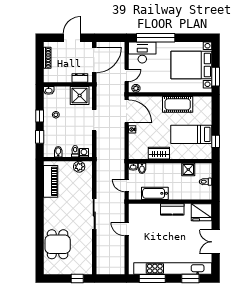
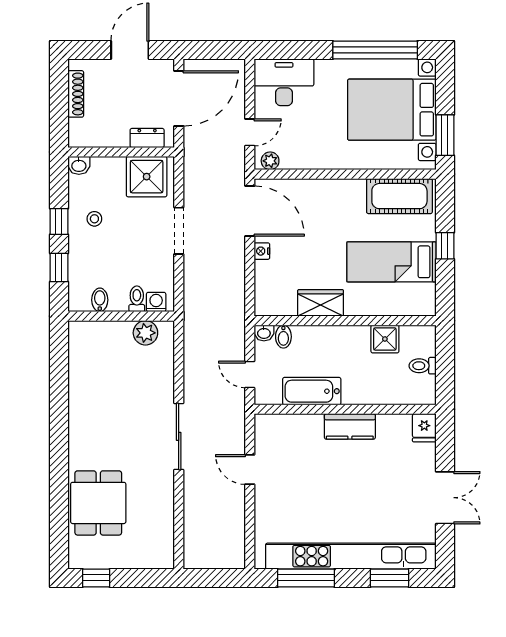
window: (156, 38) -> (375, 50), moved
cot: (178, 104) -> (399, 196), moved
window: (216, 141) -> (445, 246), moved
piano: (51, 181) -> (83, 365), removed
fridge: (201, 212) -> (424, 428), width x0.53, depth x0.75
double door: (216, 242) -> (445, 498), swing flipped
window: (77, 278) -> (96, 578), moved

